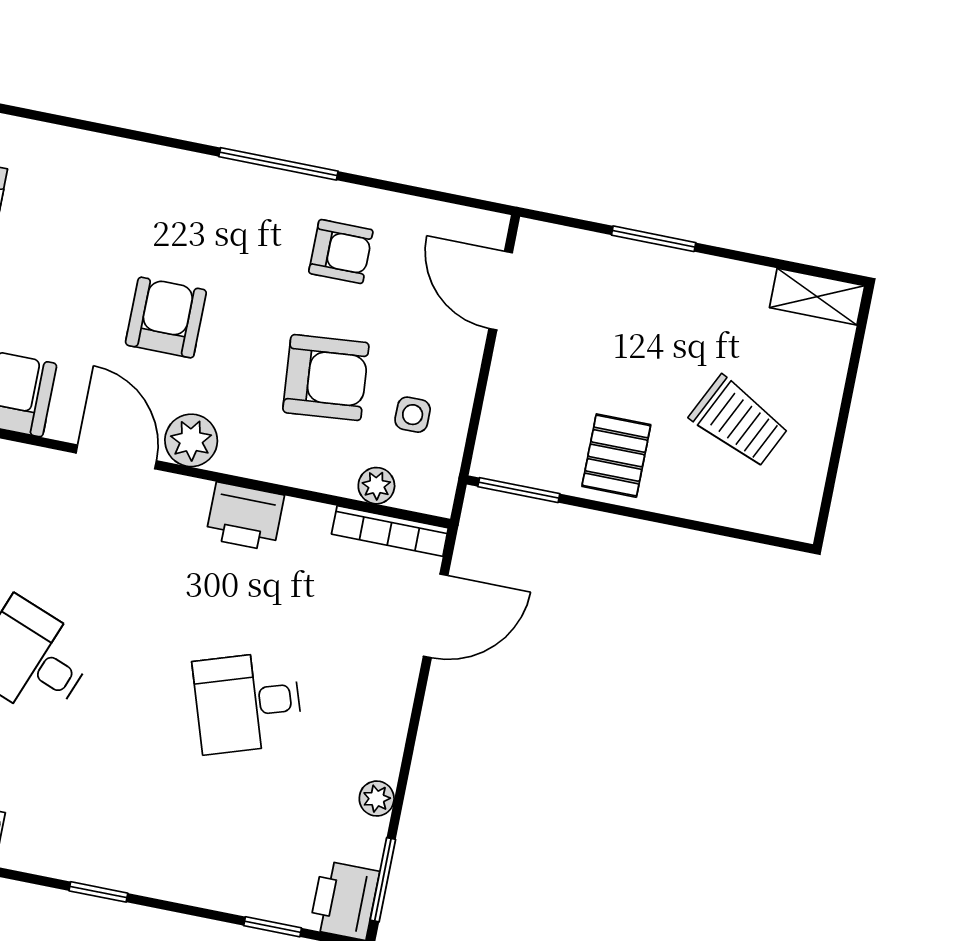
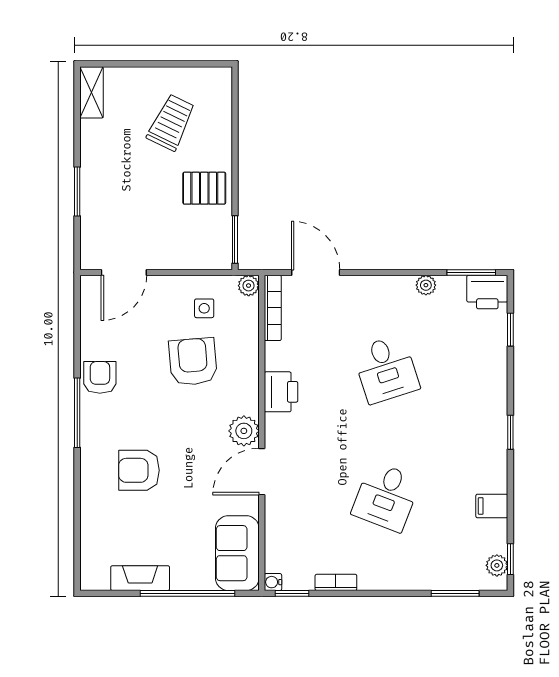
armchair: (341, 252) -> (100, 377), moved
armchair: (166, 318) -> (139, 470), moved
plant: (376, 486) -> (249, 286), moved

